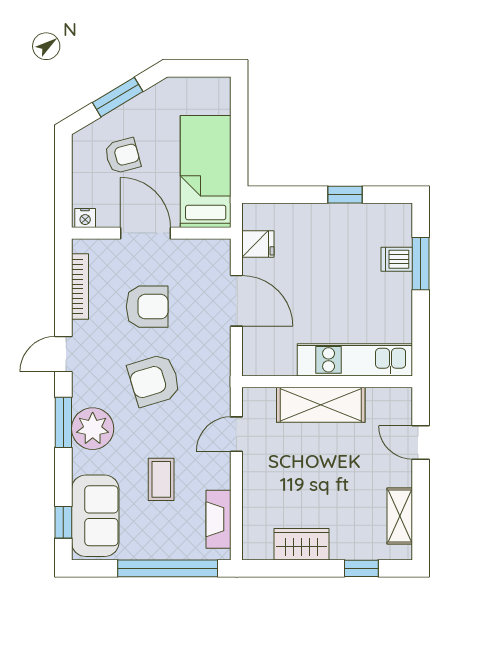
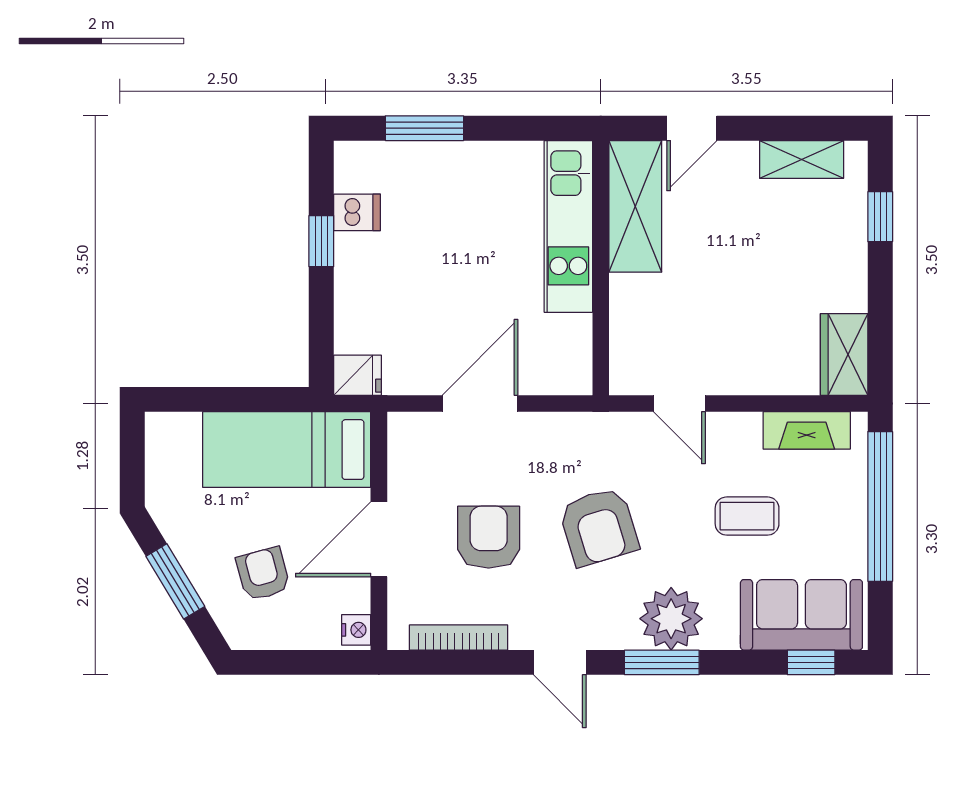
fridge: (258, 244) -> (358, 375), moved, turned 90
dishwasher: (397, 259) -> (357, 212), moved, turned -90
shelving: (321, 405) -> (635, 206), moved
wardrobe: (301, 544) -> (844, 354), moved

